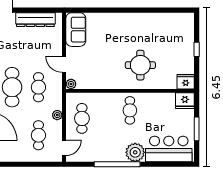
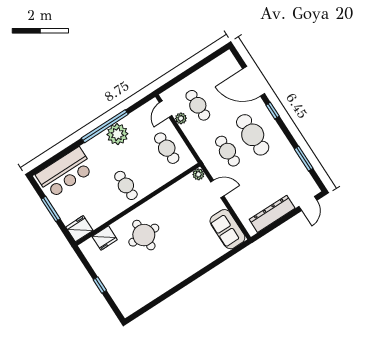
fridge: (186, 82) -> (105, 238), moved
plant: (57, 115) -> (181, 118), moved
plant: (135, 152) -> (117, 134), moved

